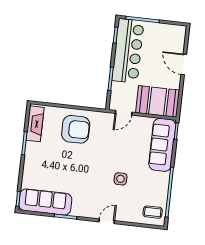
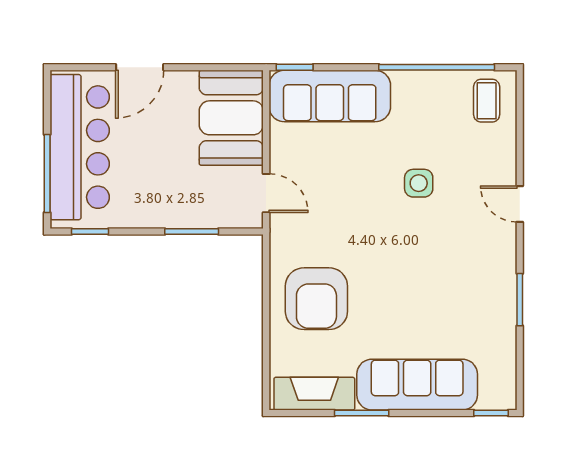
bar counter: (128, 51) -> (80, 147), moved, turned 90
armchair: (76, 129) -> (316, 299), turned 180
sofa: (45, 202) -> (417, 385), moved, turned 90

